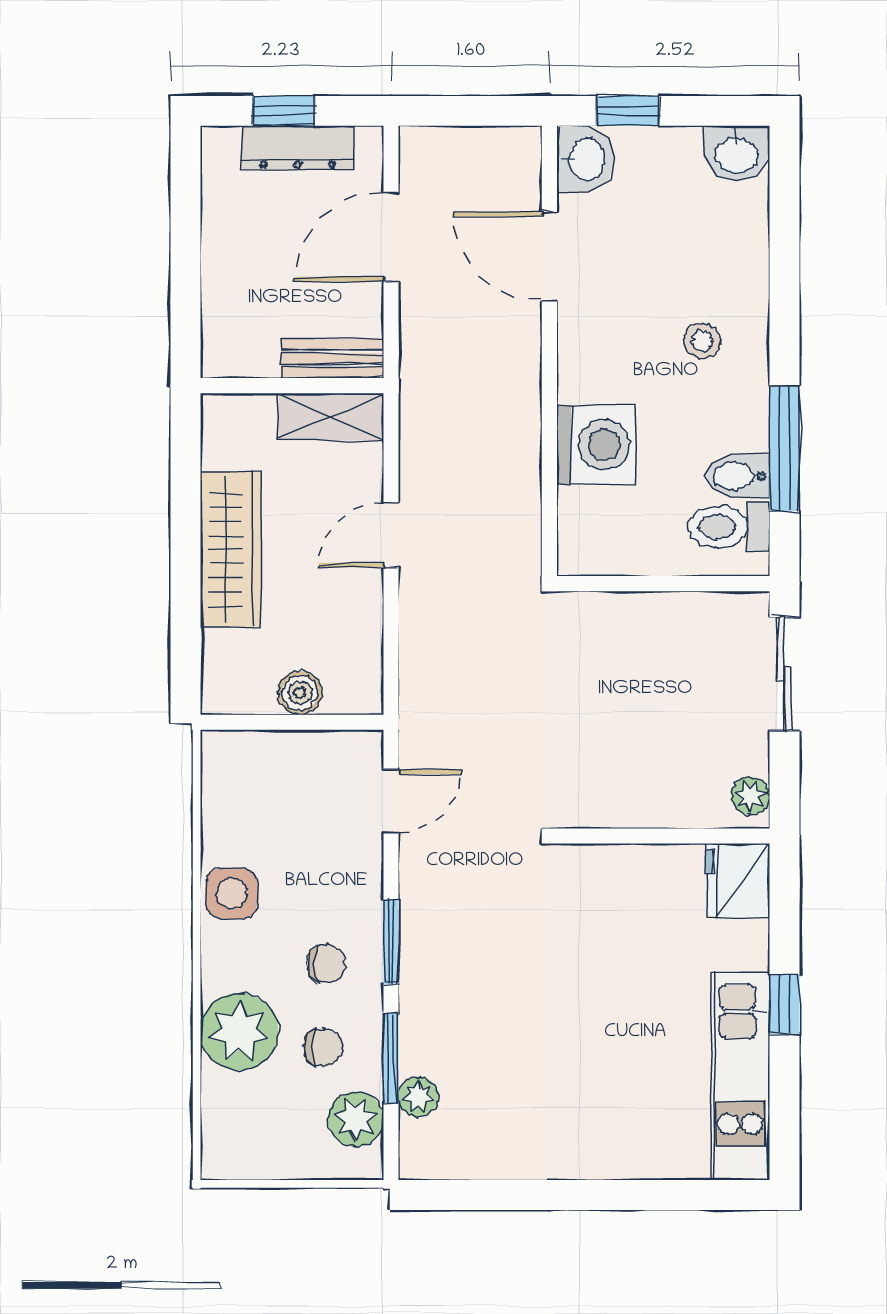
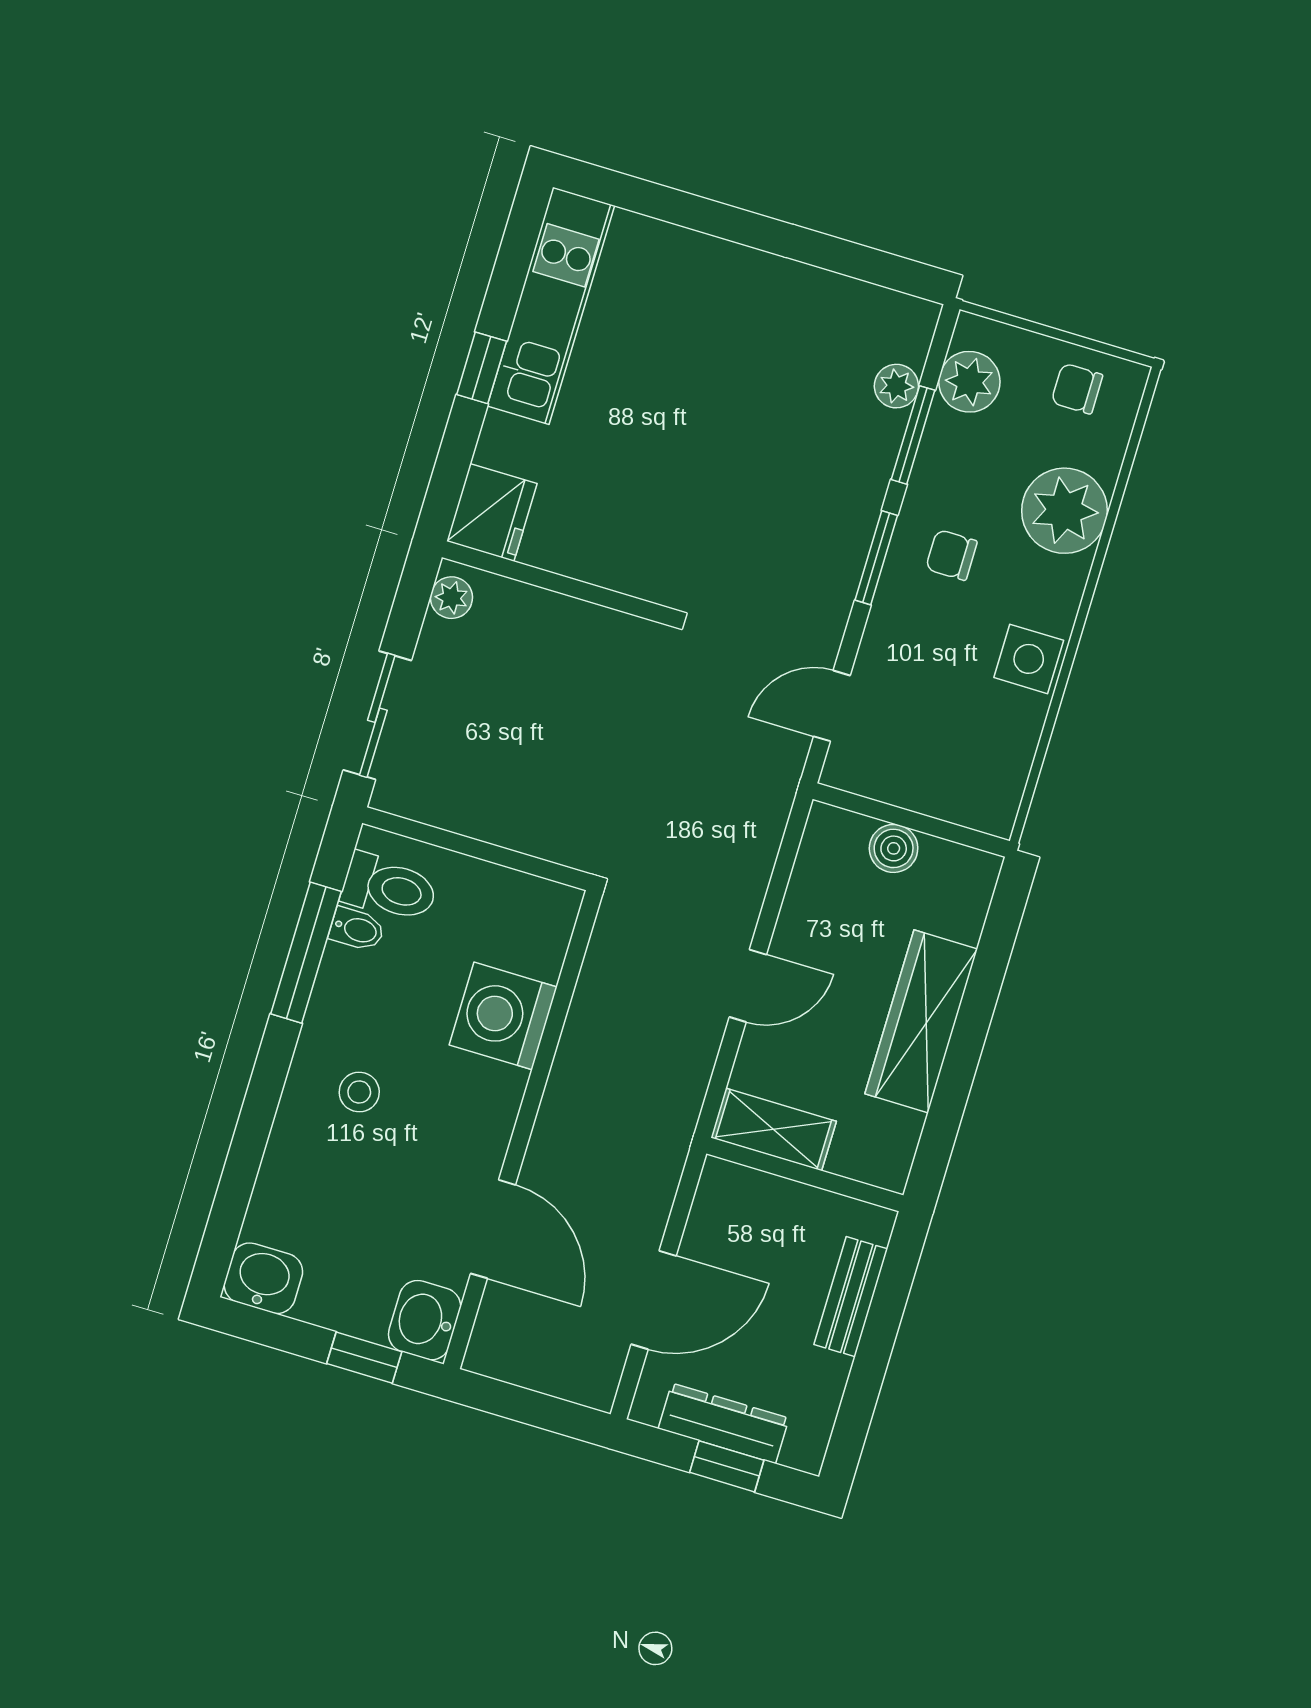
bench: (332, 359) -> (851, 1297), moved, turned 90
bidet: (738, 476) -> (357, 929), width x0.72, depth x0.74
chair: (324, 1047) -> (1077, 389), moved

